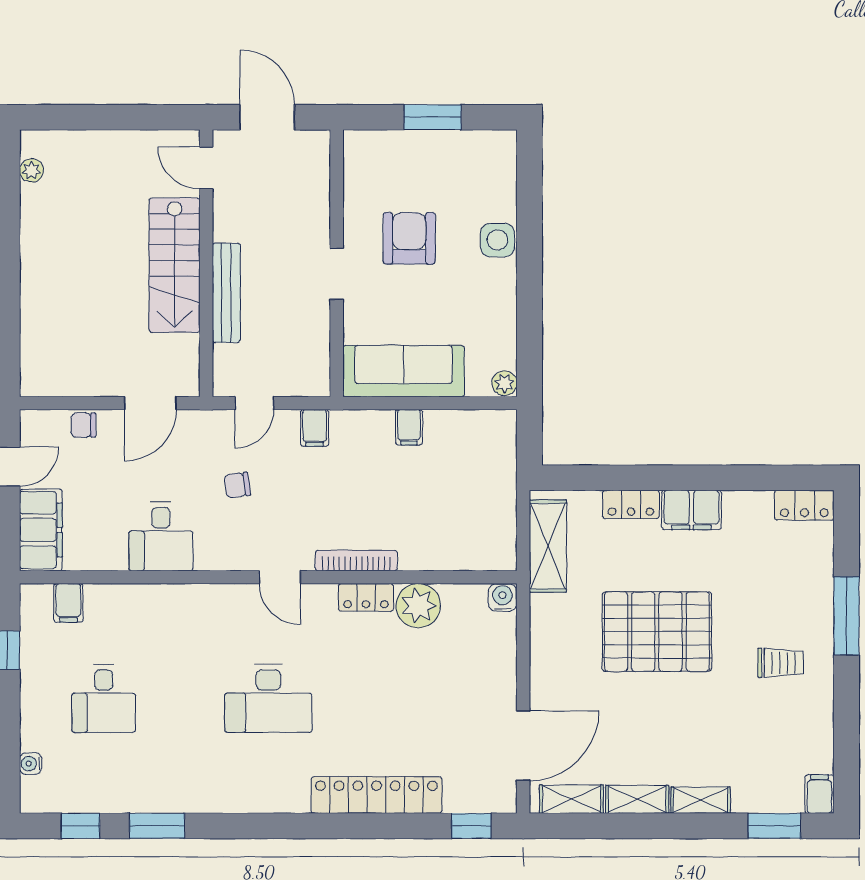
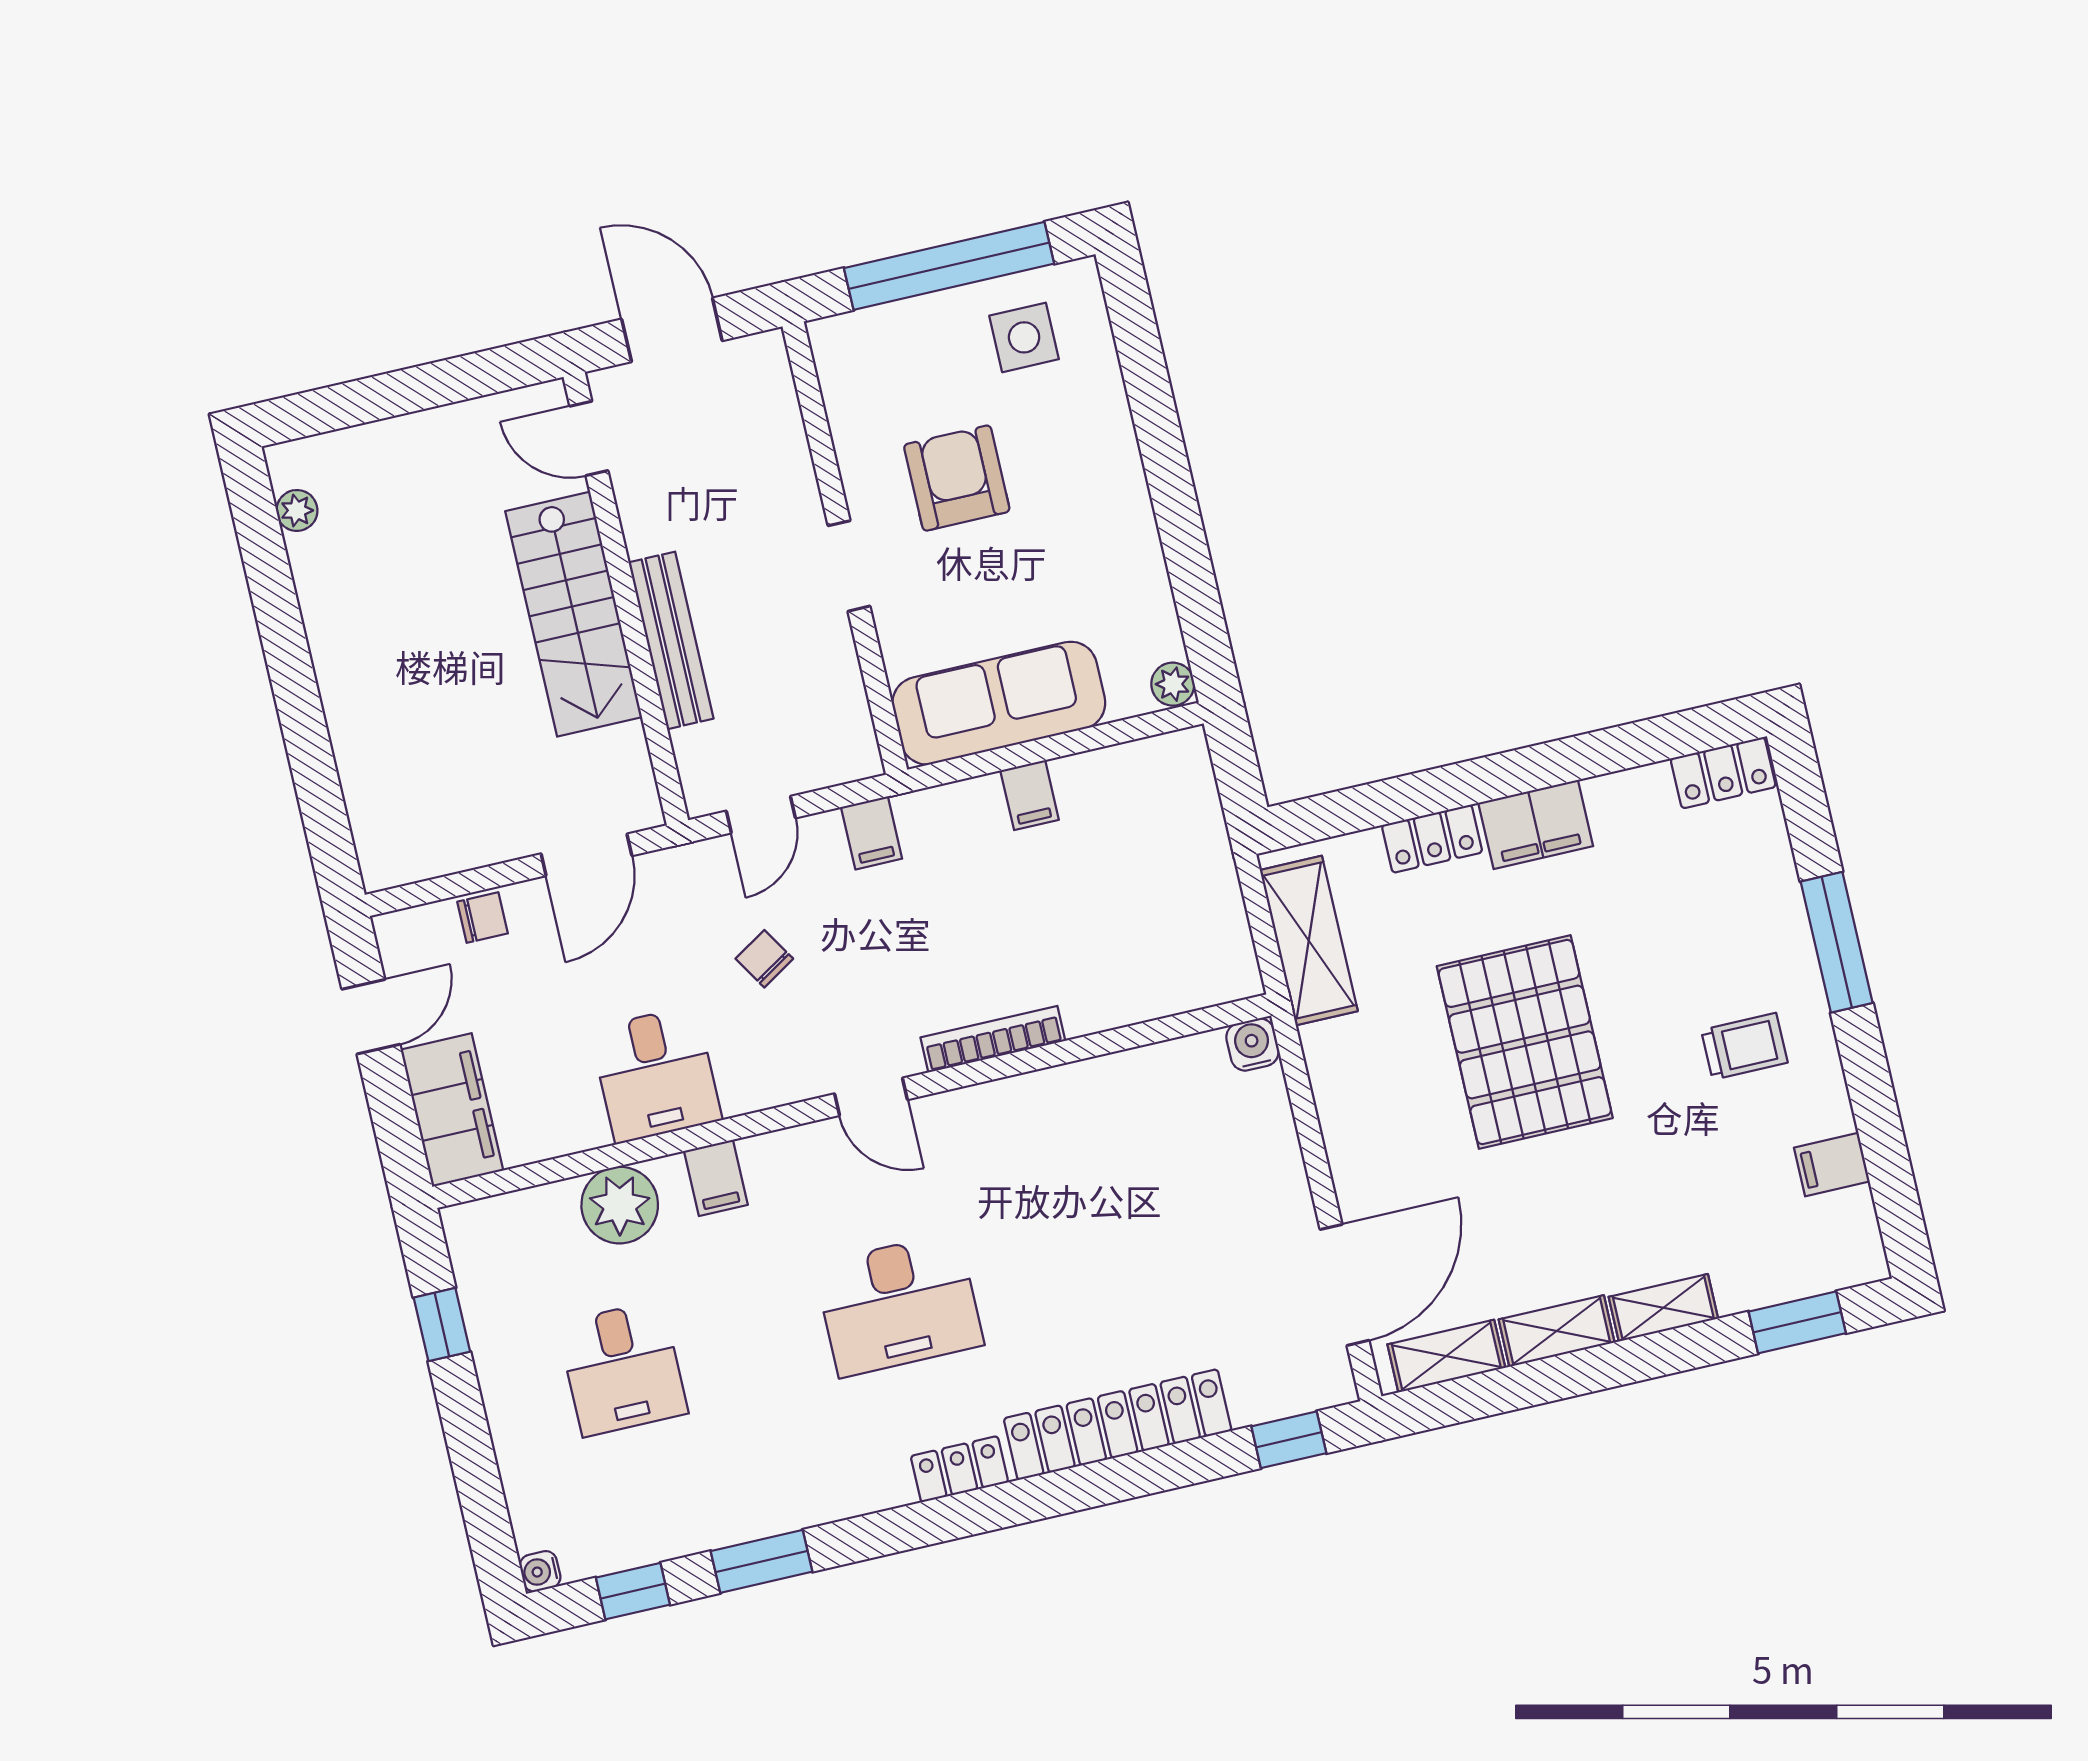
window: (432, 117) -> (949, 266), width x2.11
side table: (497, 240) -> (1024, 337), moved
chair: (83, 425) -> (483, 918), turned 180
chair: (237, 485) -> (764, 959), turned 66
locker: (366, 597) -> (959, 1469), moved, turned 180
filing cabinet: (68, 603) -> (716, 1178), moved
plant: (418, 606) -> (620, 1205), moved
pallet: (657, 632) -> (1525, 1042), turned 90
water cooler: (31, 764) -> (540, 1571), moved
filing cabinet: (819, 794) -> (1832, 1165), moved, turned -90

